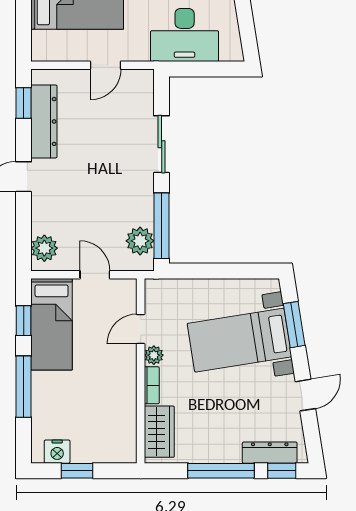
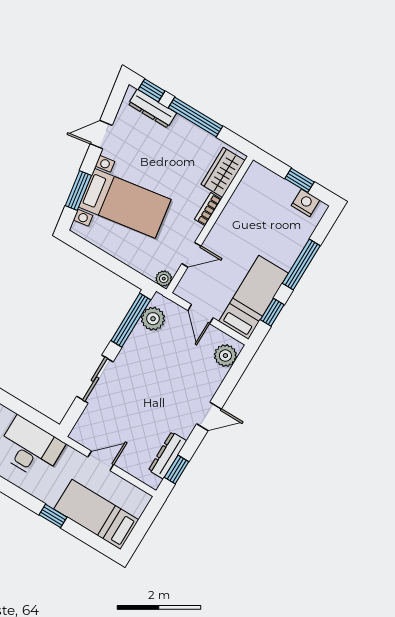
dresser: (44, 121) -> (168, 455), width x0.73, depth x0.80
plant: (154, 355) -> (164, 279), moved

